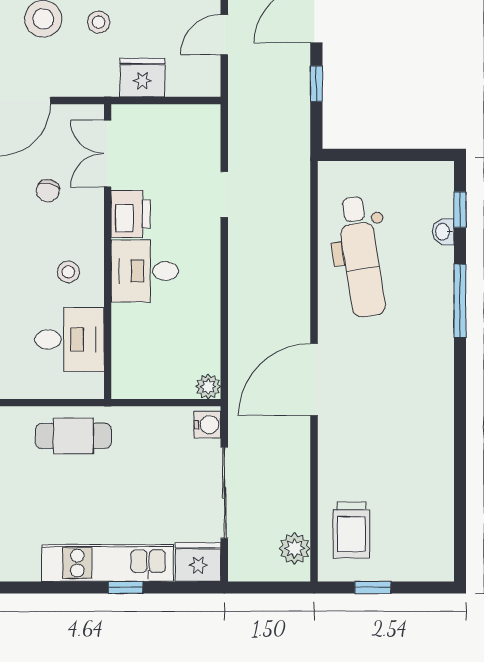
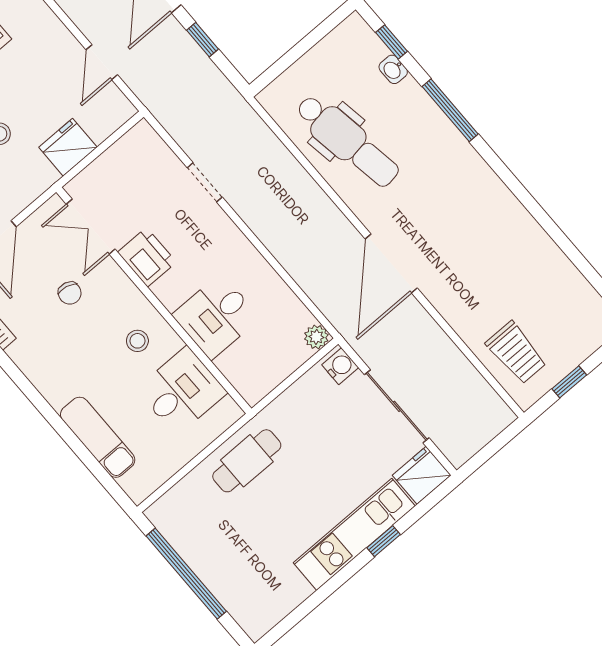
desk: (145, 271) -> (216, 316), moved
plant: (295, 548) -> (485, 403), removed

